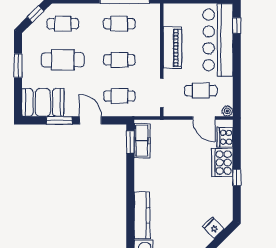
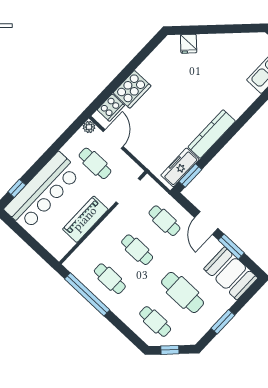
window: (237, 177) -> (132, 66), removed
kitchen counter: (142, 215) -> (212, 134), moved

